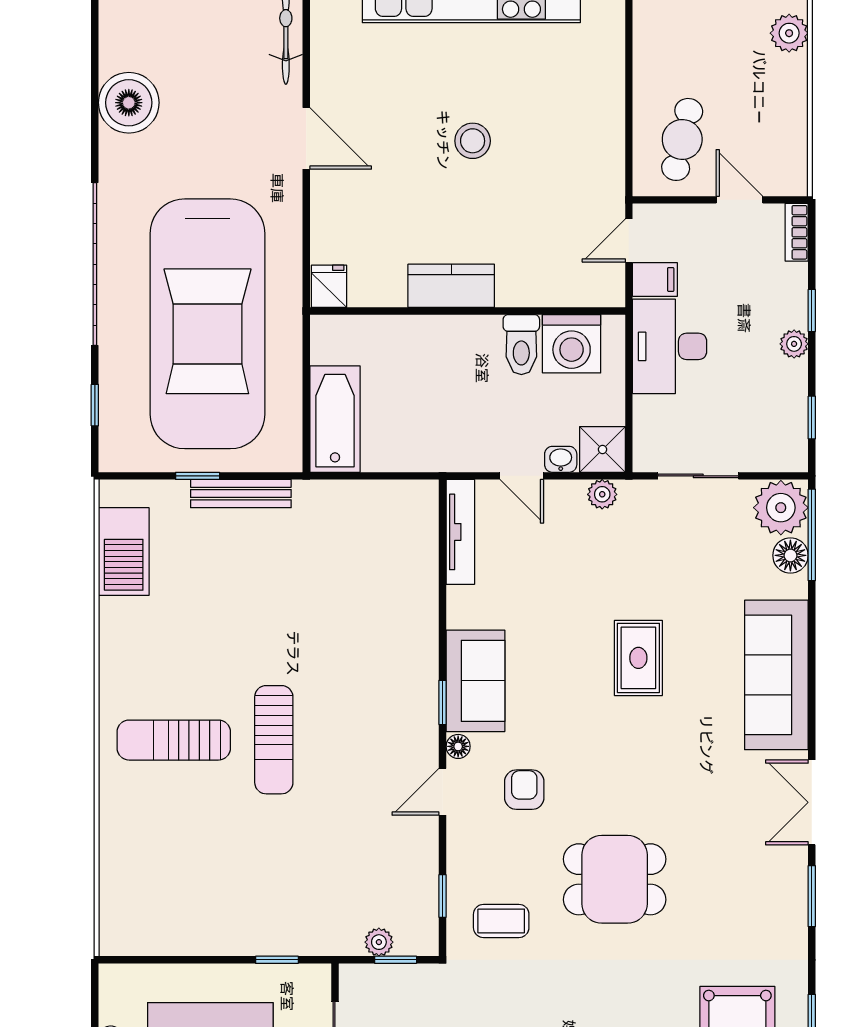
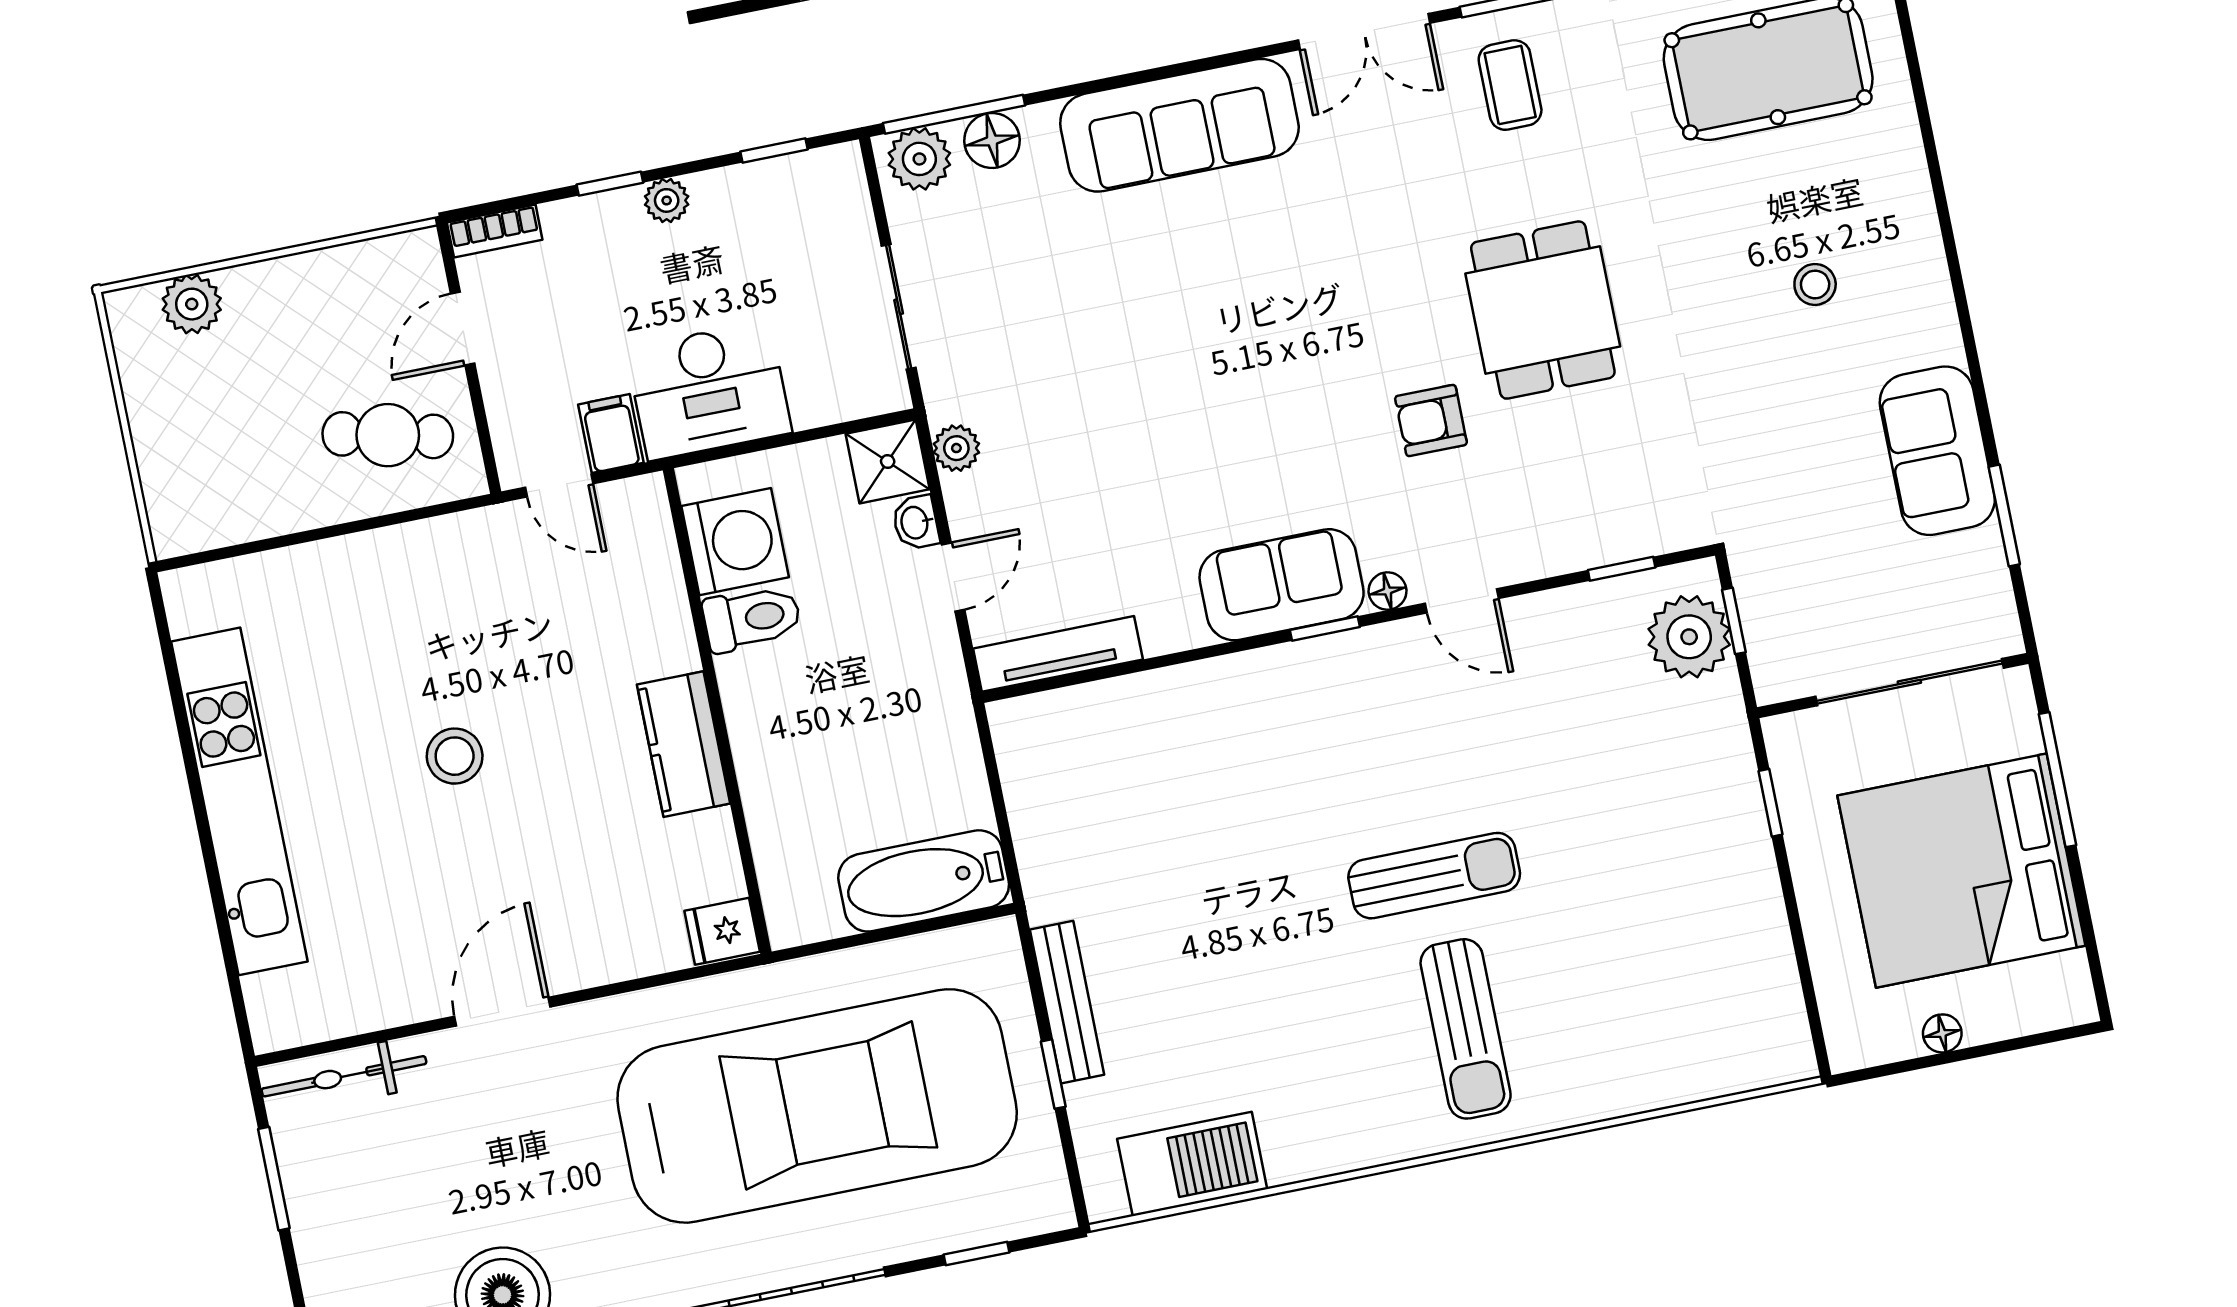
plant: (781, 508) -> (919, 159), width x0.73, depth x0.73
rug: (638, 658) -> (1196, 342), removed
armchair: (524, 790) -> (1431, 420), moved
coffee table: (501, 921) -> (1510, 85), moved
plant: (379, 942) -> (1689, 637), width x1.87, depth x1.87

